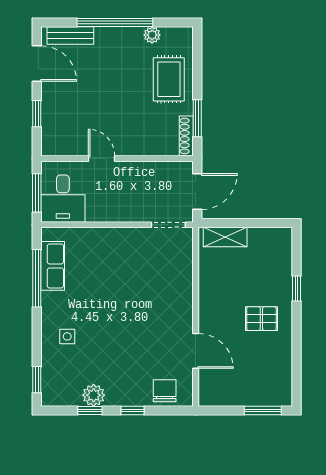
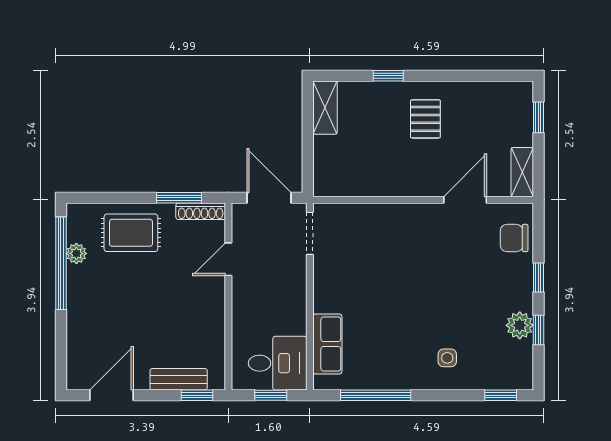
window: (115, 22) -> (61, 263), moved
bench: (70, 35) -> (179, 379), moved, turned 90
window: (37, 114) -> (197, 395), moved
door: (102, 159) -> (228, 259), moved
window: (37, 193) -> (271, 395), width x0.67
shelving: (225, 237) -> (325, 108), moved
row of seats: (53, 266) -> (327, 344), moved, turned 90
shelving: (218, 397) -> (522, 172), added
window: (263, 411) -> (538, 117), width x0.67

